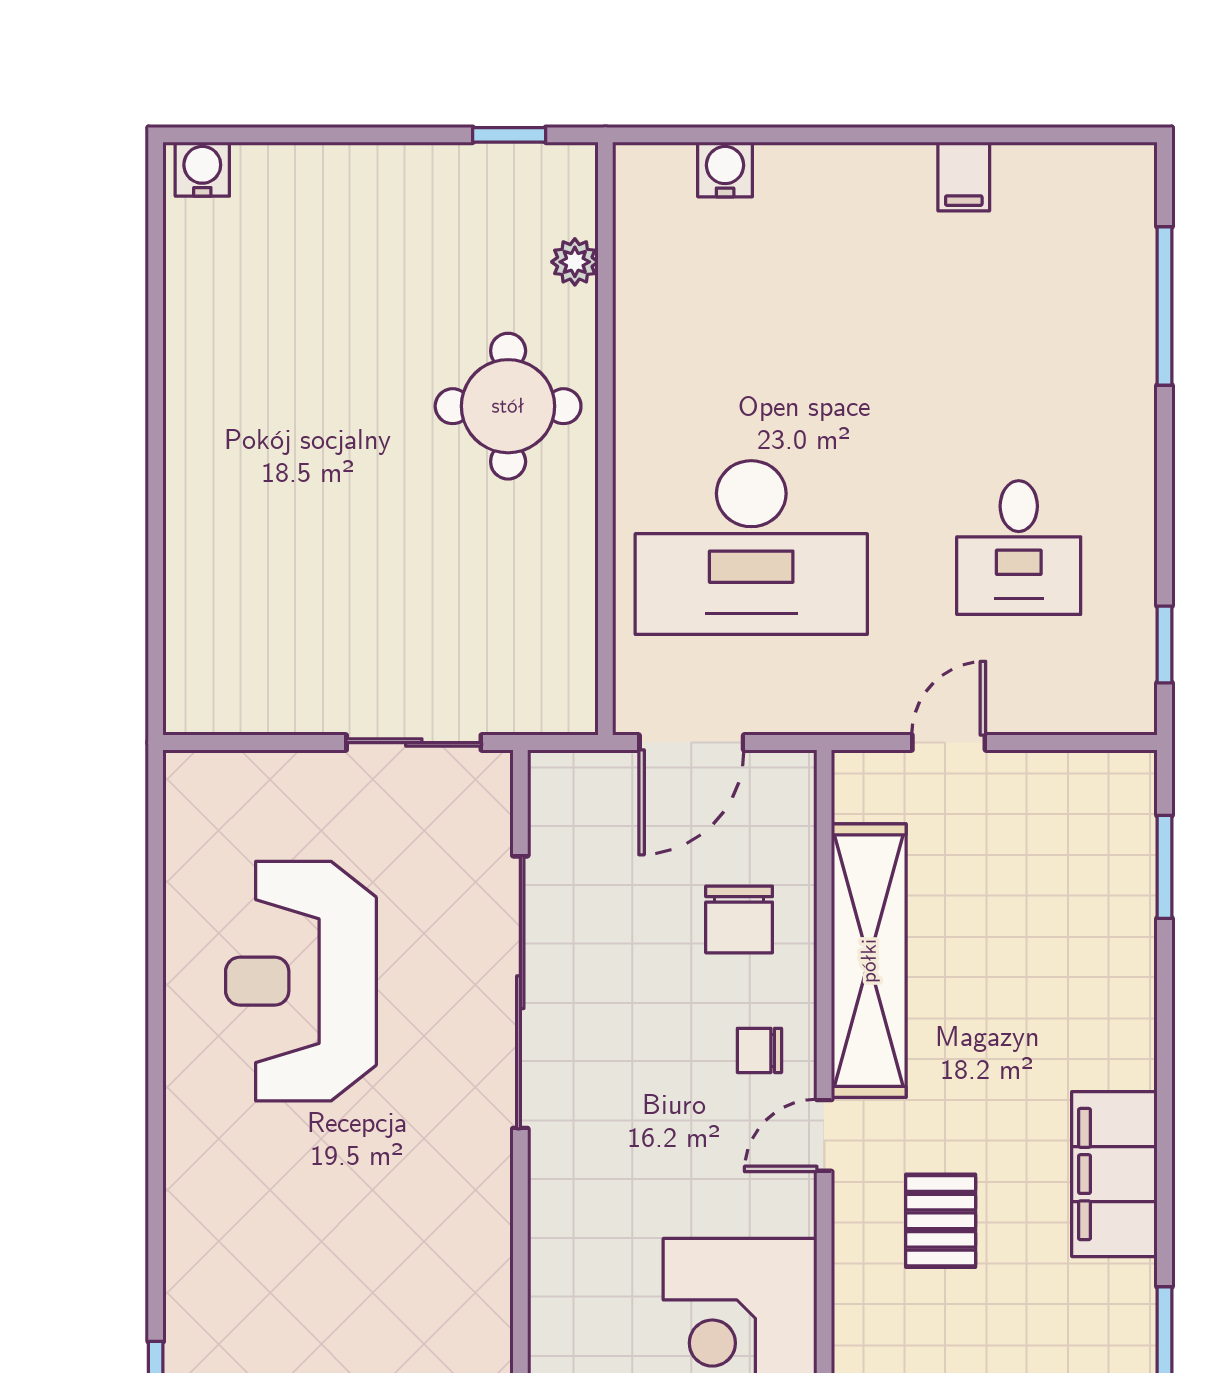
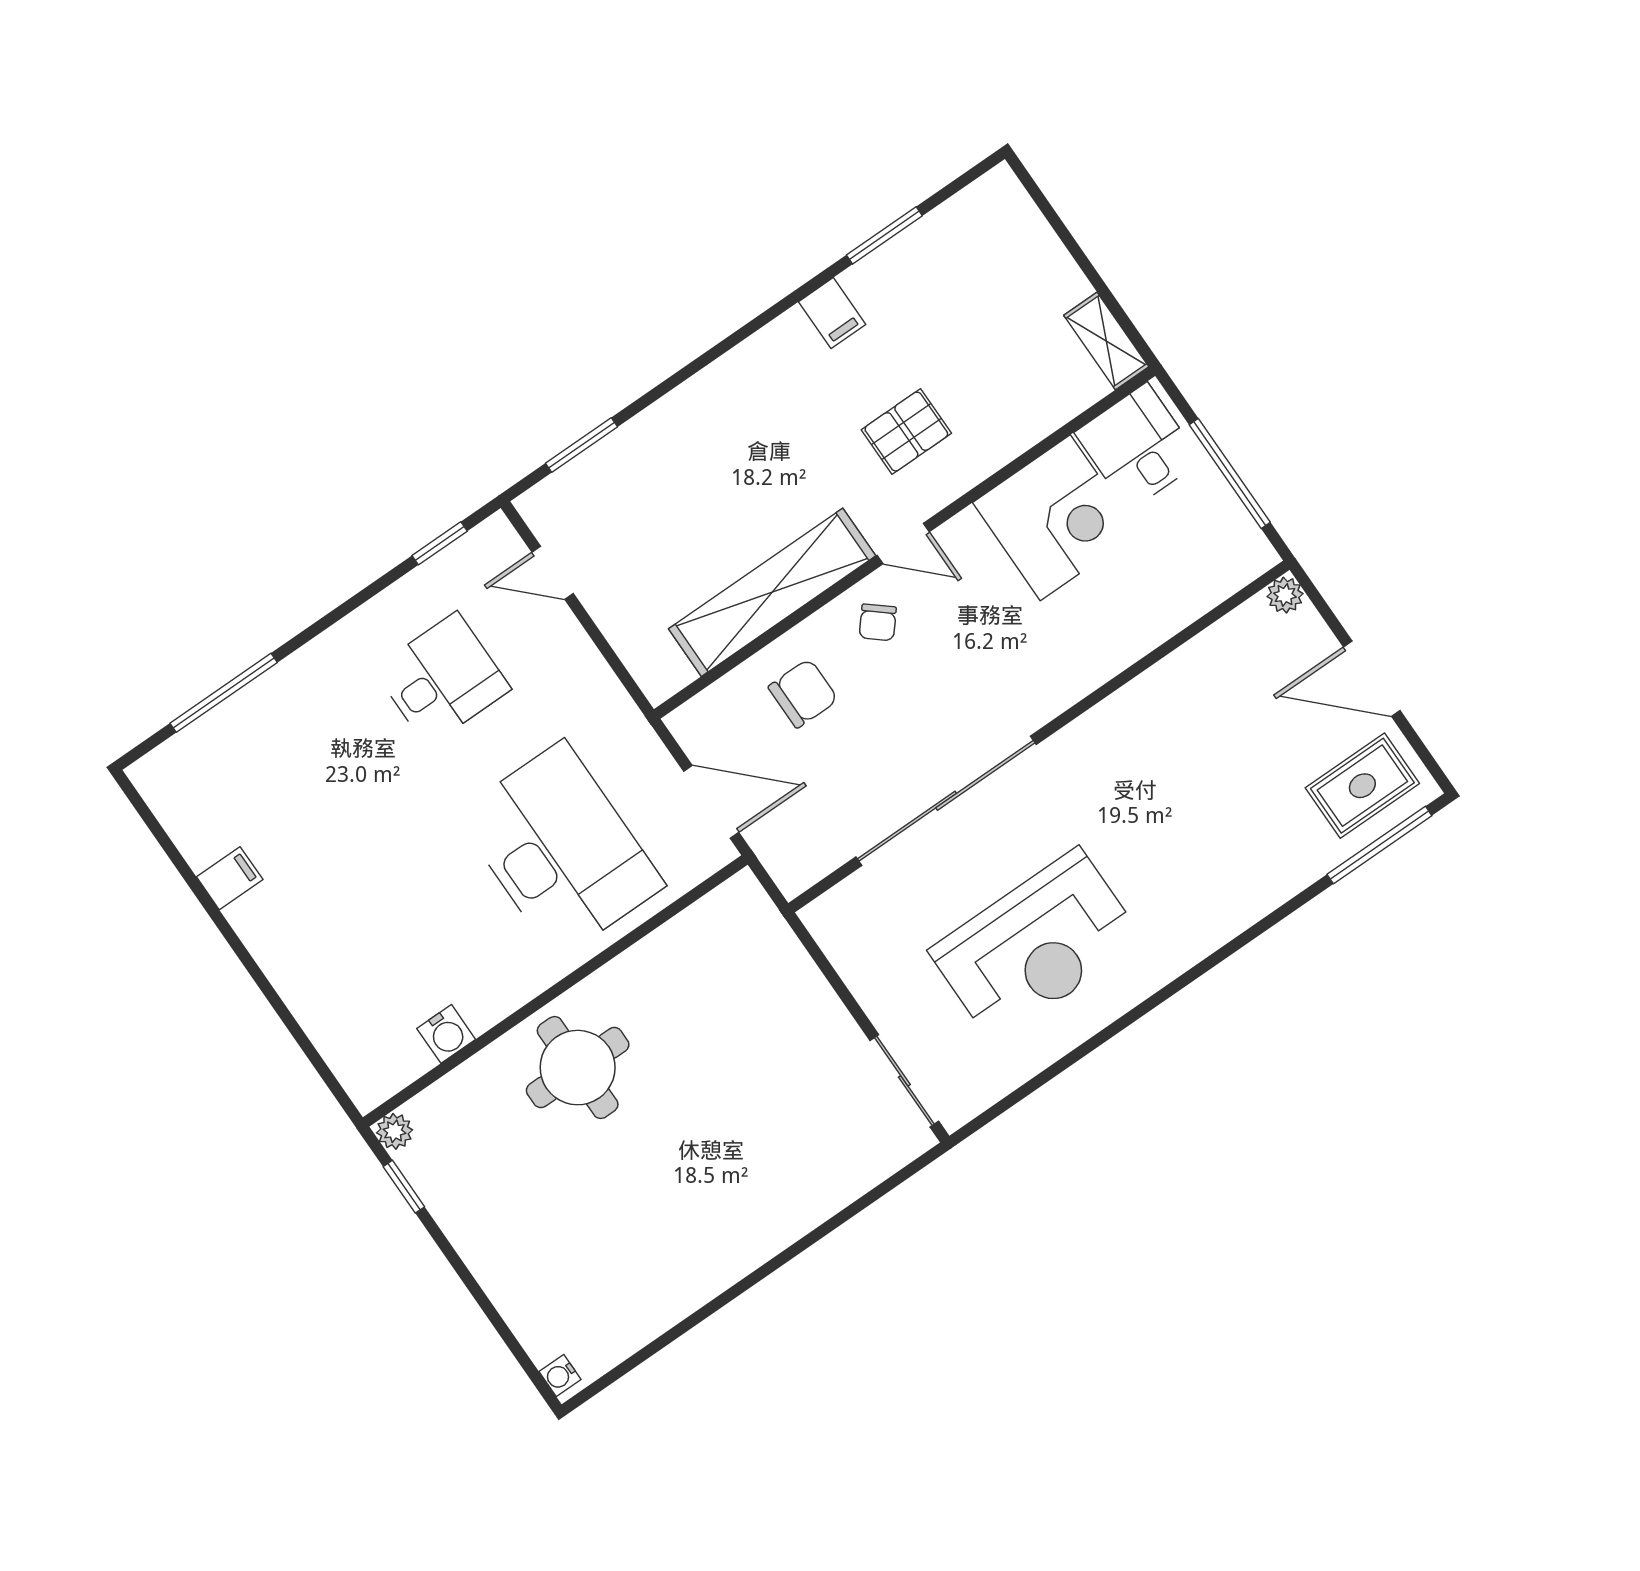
water cooler: (202, 169) -> (560, 1375), width x0.72, depth x0.72
water cooler: (725, 169) -> (446, 1034), moved, turned -90
plant: (575, 262) -> (395, 1131), moved
sliding door: (414, 743) -> (904, 1081), moved
door: (949, 743) -> (553, 573), moved
chair: (759, 1050) -> (878, 622), turned 40
filing cabinet: (1114, 1174) -> (832, 313), width x0.33, depth x0.86

